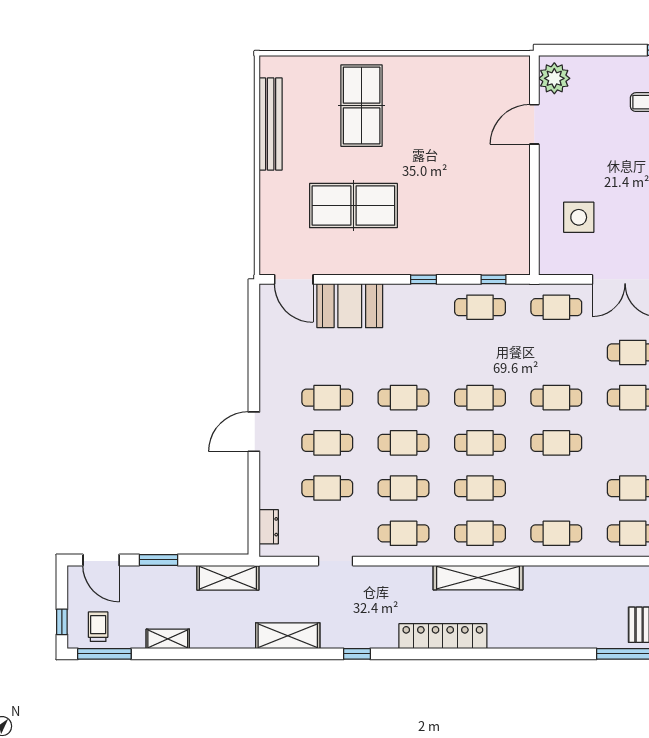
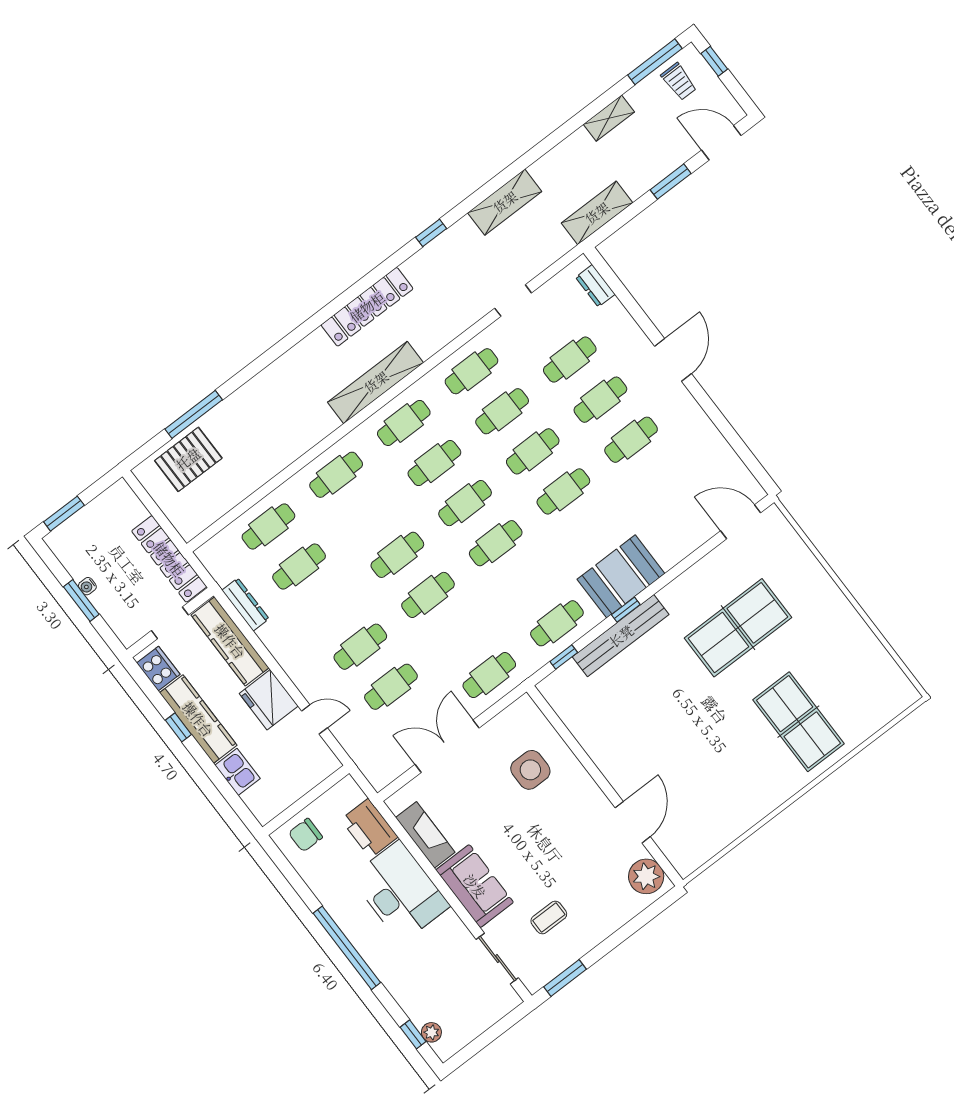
bench: (271, 124) -> (621, 636), moved, turned 90
booth: (350, 306) -> (621, 576), moved

